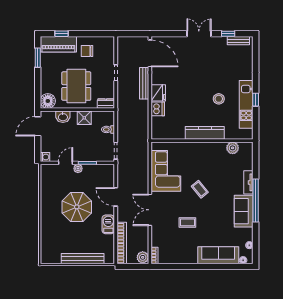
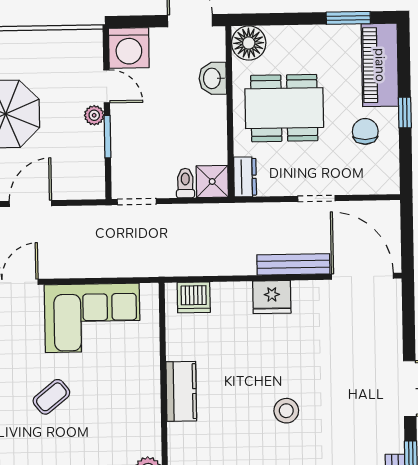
window: (61, 34) -> (405, 113), moved
door: (150, 53) -> (362, 276), swing flipped
stool: (219, 99) -> (286, 411), moved
dishwasher: (158, 109) -> (194, 297), moved
shower: (84, 118) -> (212, 181), moved
kitchen counter: (205, 133) -> (181, 391), width x0.67
washing machine: (45, 157) -> (129, 48), width x1.89, depth x1.89

